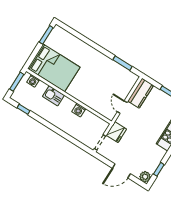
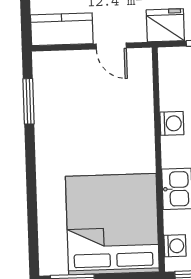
bed: (54, 68) -> (112, 224), width x1.36
door: (122, 107) -> (111, 46), hinge flipped

